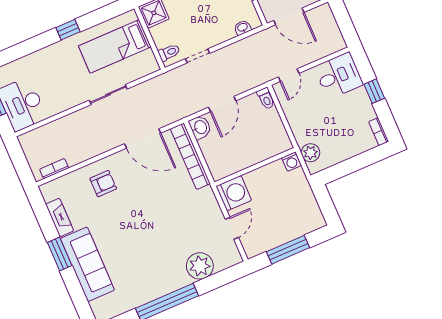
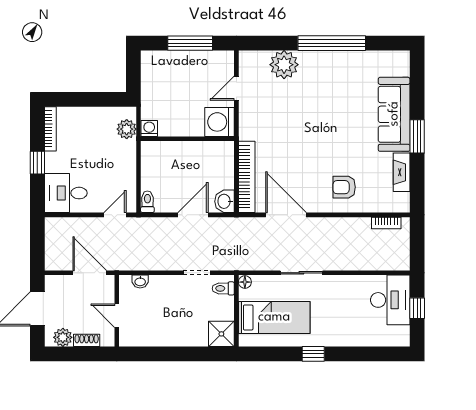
floor lamp: (153, 66) -> (245, 282), added
bookcase: (379, 132) -> (50, 129), width x1.56

